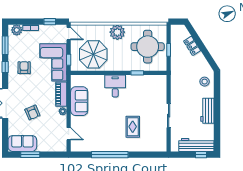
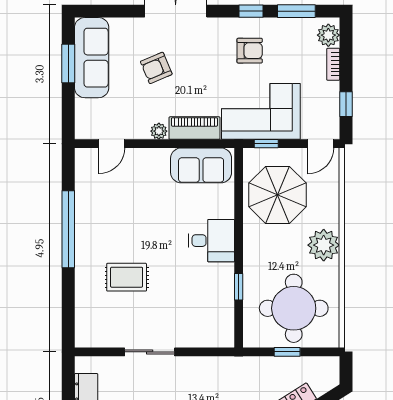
sofa: (79, 101) -> (201, 165), moved
sofa: (22, 143) -> (92, 58), width x1.36

